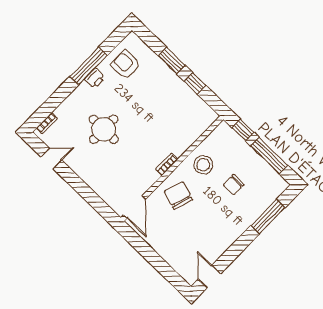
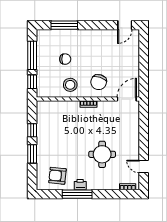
armchair: (126, 64) -> (57, 176), turned 96

